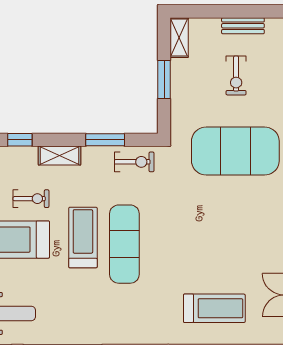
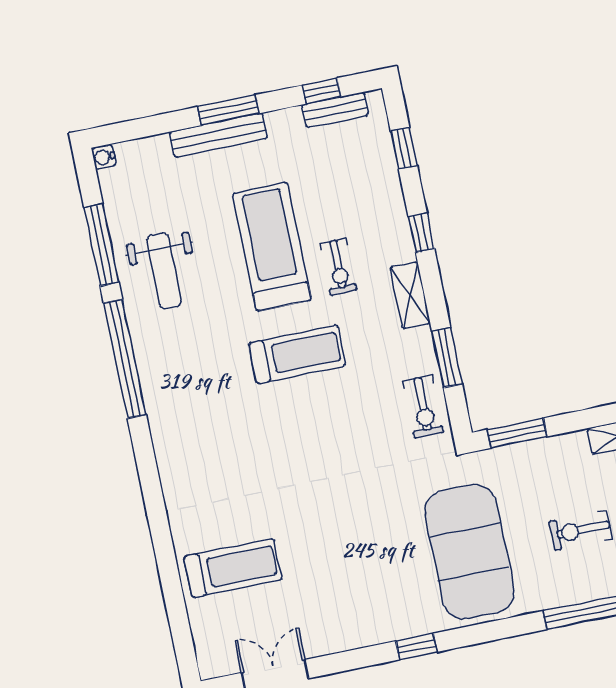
window: (164, 79) -> (517, 433), moved
exercise mat: (124, 244) -> (300, 417), removed
treadmill: (214, 308) -> (233, 568), turned -90

